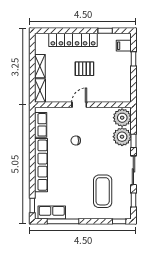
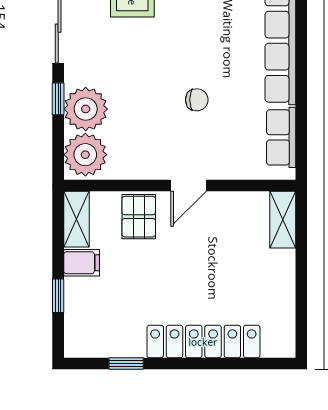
filing cabinet: (124, 46) -> (82, 263), moved
shelving: (40, 66) -> (76, 219), moved
pallet: (84, 69) -> (139, 217), moved, turned 90

